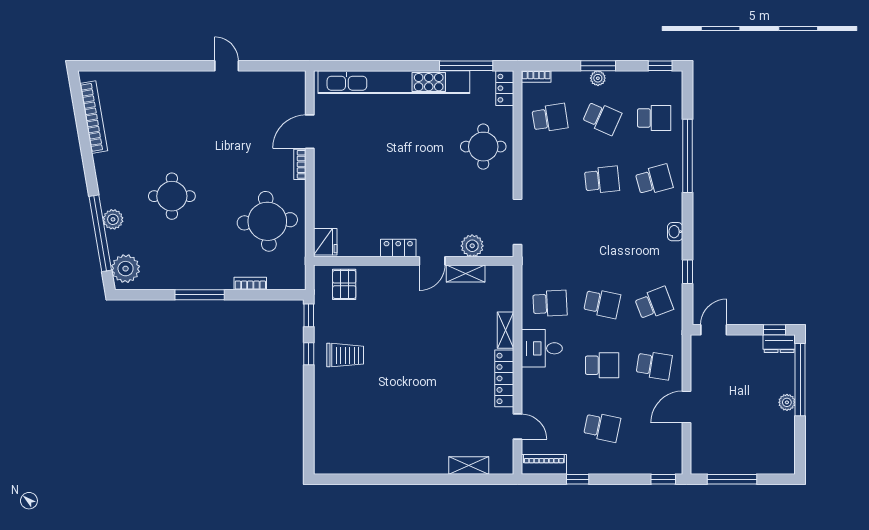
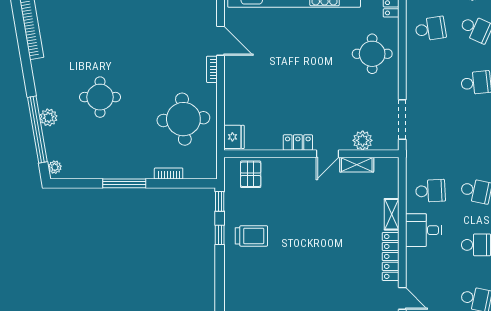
door: (310, 132) -> (221, 41), swing flipped
plant: (126, 269) -> (55, 167), width x0.53, depth x0.53

